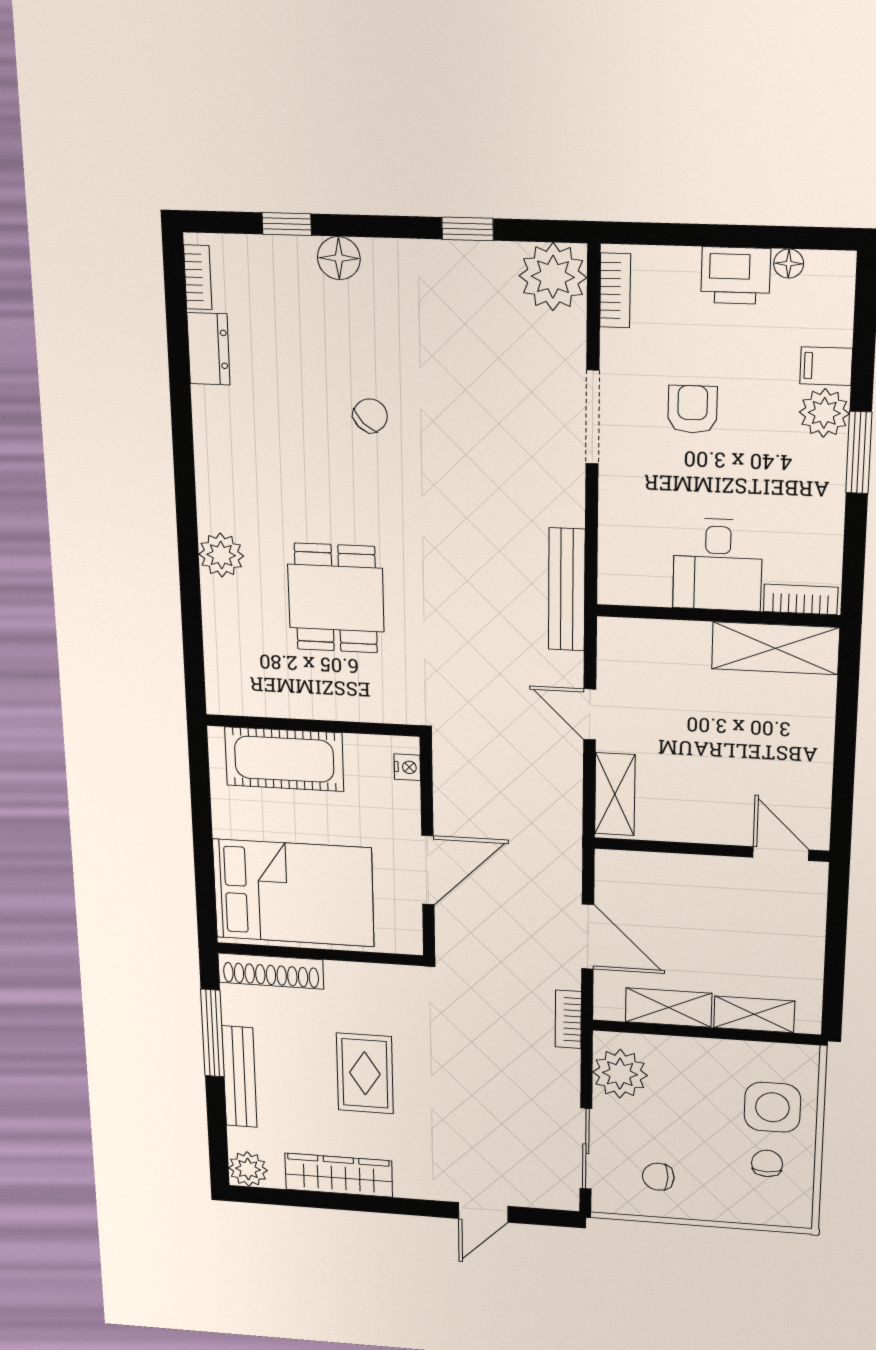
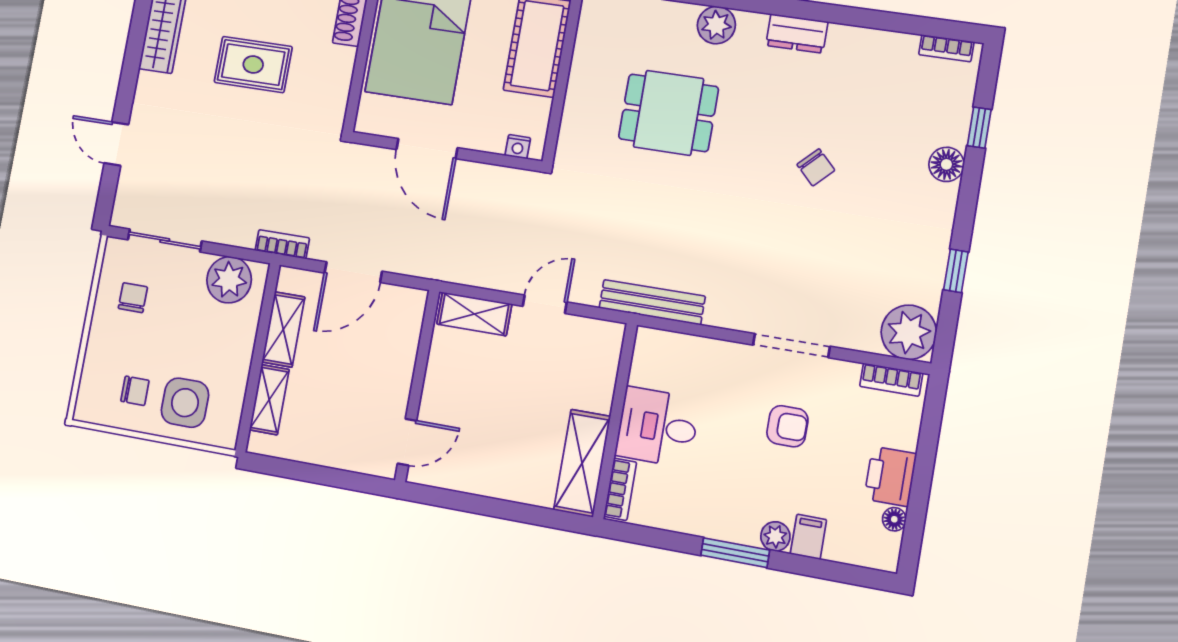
dresser: (208, 349) -> (797, 33), moved
plant: (824, 413) -> (775, 536), width x0.73, depth x0.73

